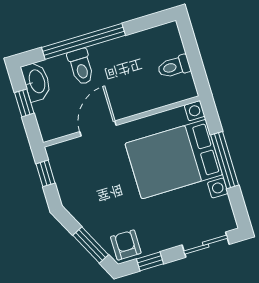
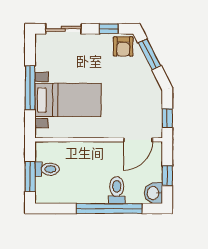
window: (192, 52) -> (30, 176), added
washbasin: (36, 82) -> (153, 193), width x0.72
door: (98, 129) -> (138, 140), moved
bed with nightstands: (174, 159) -> (68, 100), width x0.73

